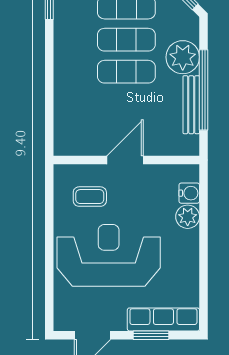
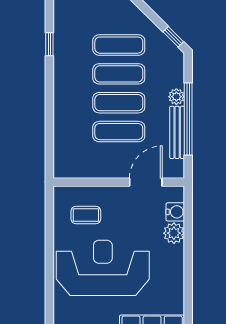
plant: (183, 57) -> (176, 97), width x0.53, depth x0.53
exercise mat: (126, 104) -> (119, 132), added
door: (125, 160) -> (146, 182), moved

